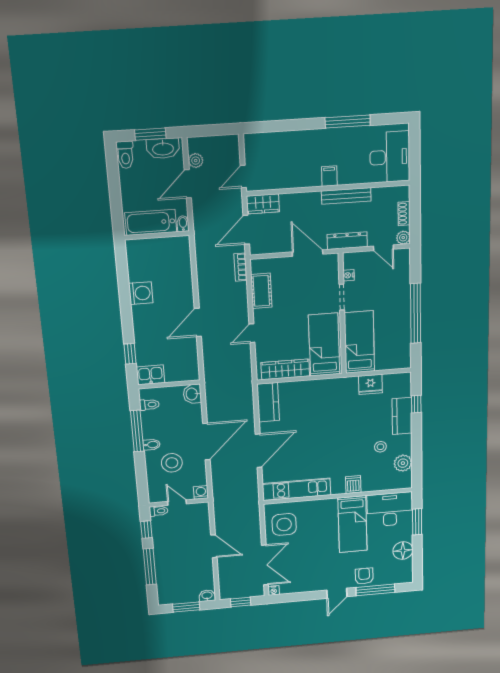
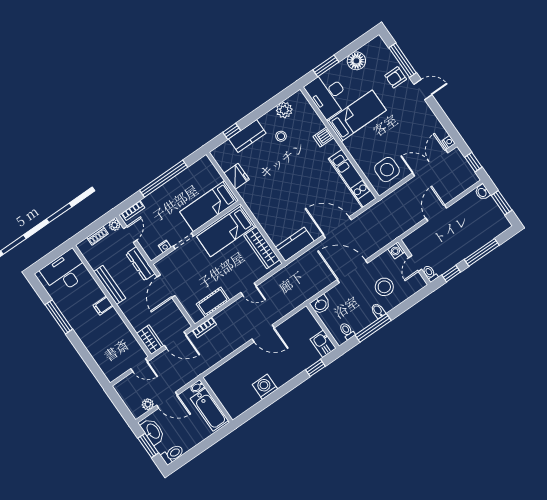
bookcase: (405, 265) -> (133, 211), added

